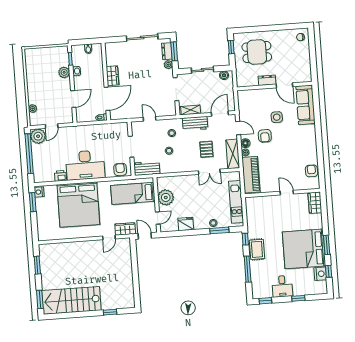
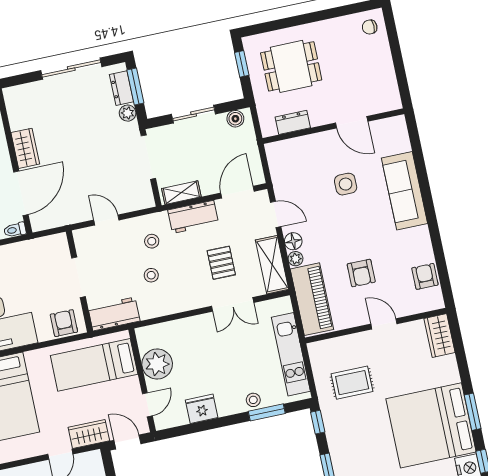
dresser: (267, 80) -> (293, 122), moved
sofa: (305, 105) -> (405, 191), moved
armchair: (265, 136) -> (361, 273), moved
rug: (257, 249) -> (352, 383), moved, turned 90

